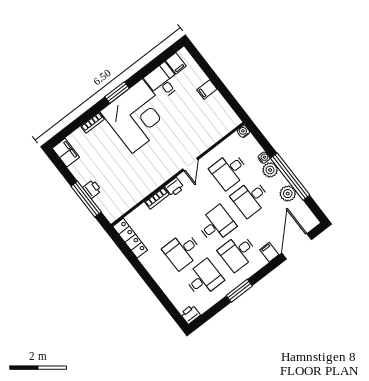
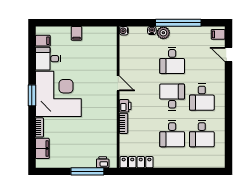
filing cabinet: (66, 153) -> (42, 148), moved, turned 90
desk: (229, 170) -> (142, 61), removed
printer: (92, 189) -> (103, 162), moved
plant: (288, 194) -> (188, 33), removed
door: (297, 246) -> (228, 55), width x0.53
filing cabinet: (269, 252) -> (218, 34), moved
desk: (204, 279) -> (202, 134), turned 180
window: (239, 291) -> (228, 116), removed
printer: (190, 314) -> (219, 161), removed

